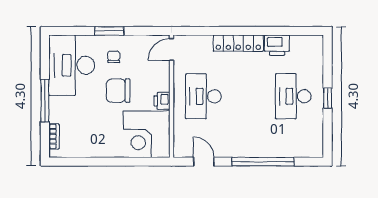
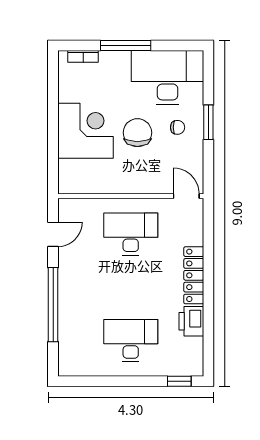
window: (327, 98) -> (179, 381), moved
printer: (162, 101) -> (125, 185), removed
corner desk: (147, 134) -> (86, 131), moved, turned 90

